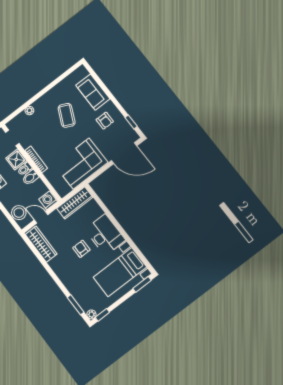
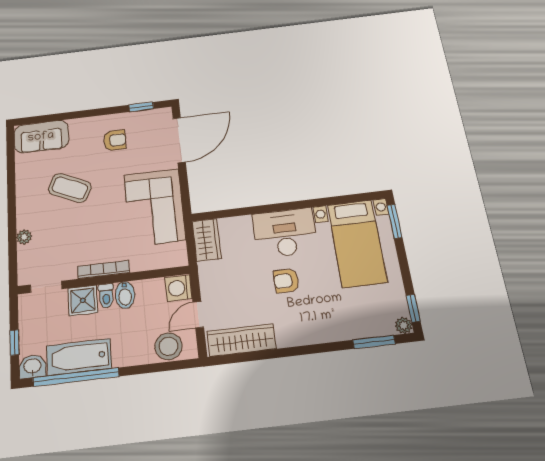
sofa: (93, 92) -> (41, 137), moved
wardrobe: (75, 203) -> (207, 240), width x0.67

